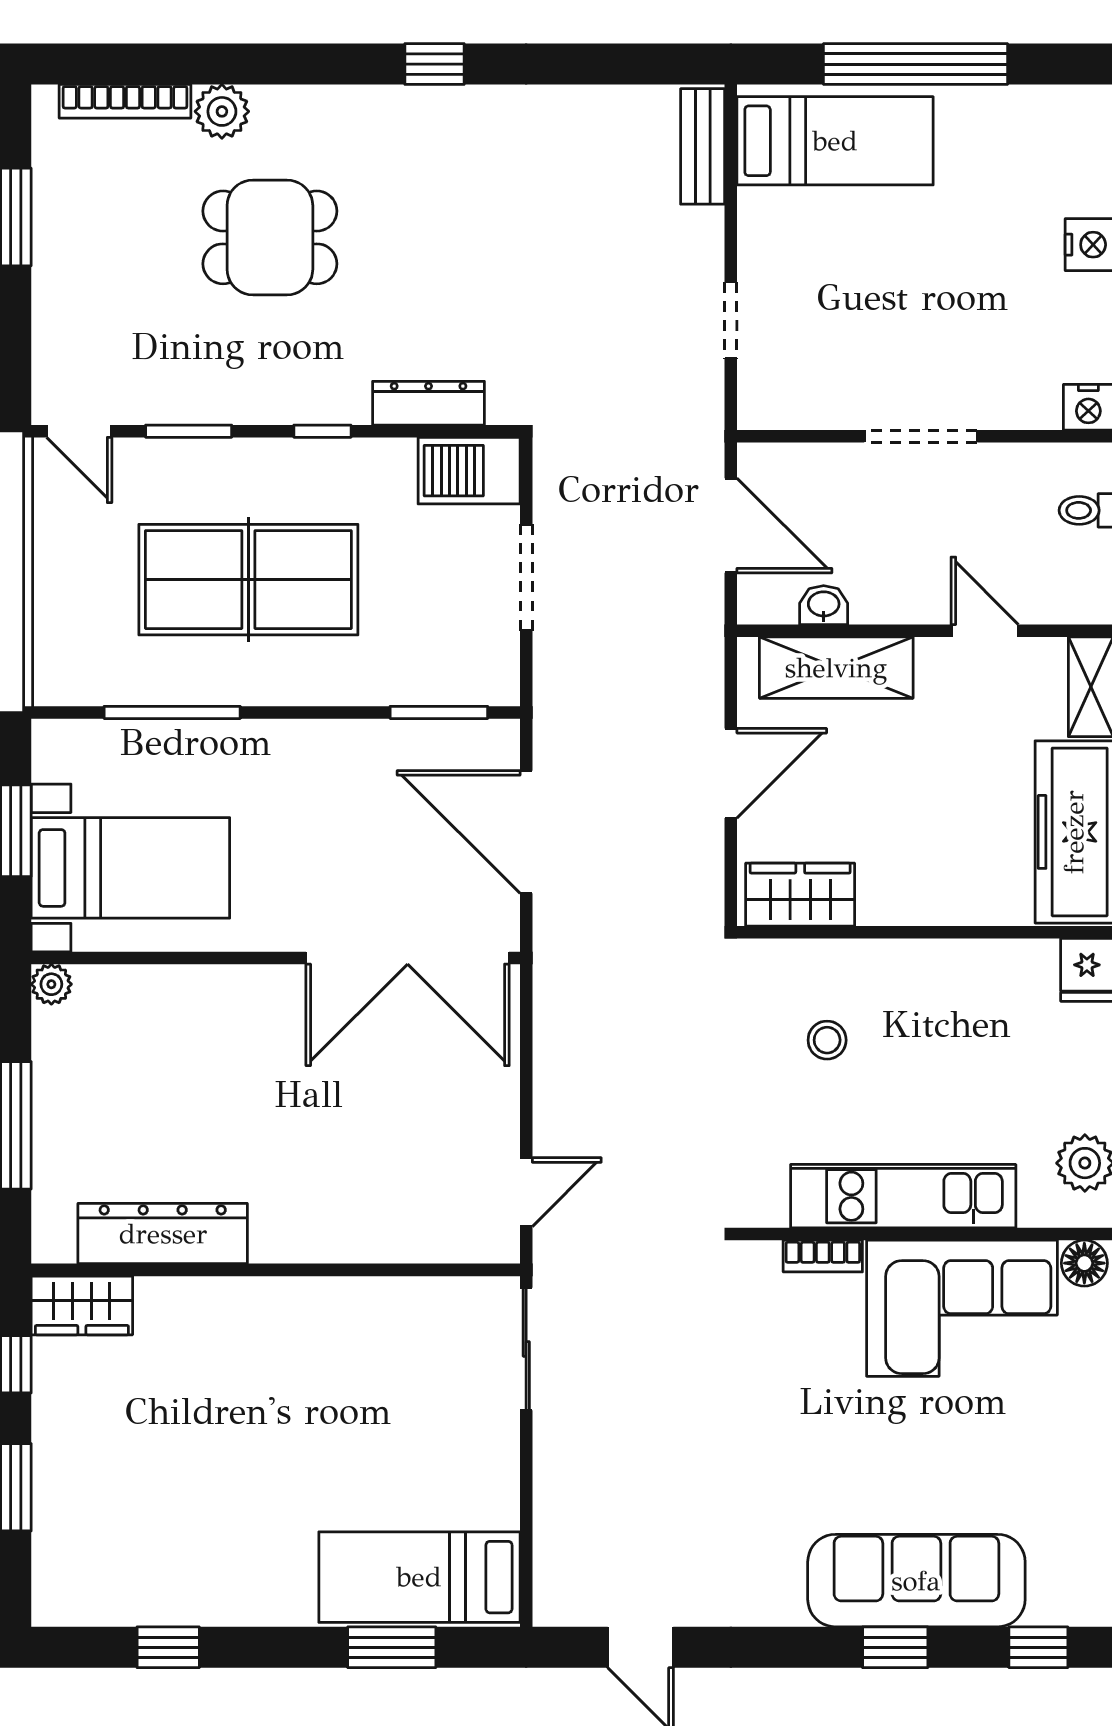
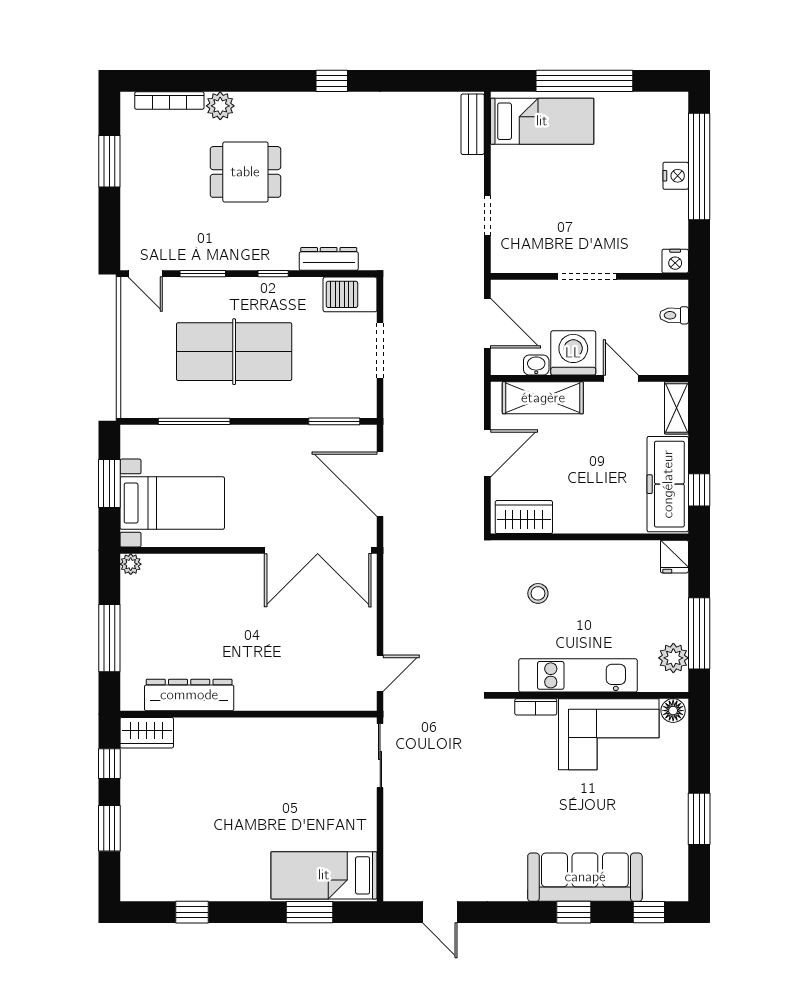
washing machine: (894, 582) -> (573, 353), added

